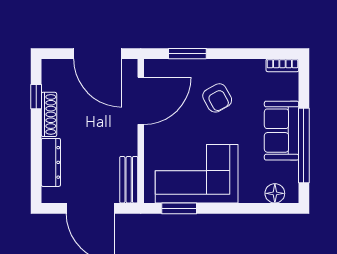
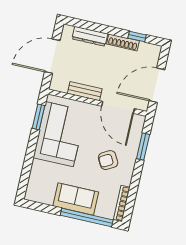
bookcase: (282, 65) -> (122, 204), width x1.56
window: (304, 146) -> (87, 218), moved
bench: (129, 180) -> (85, 91), moved
floor lamp: (275, 193) -> (34, 185), removed

